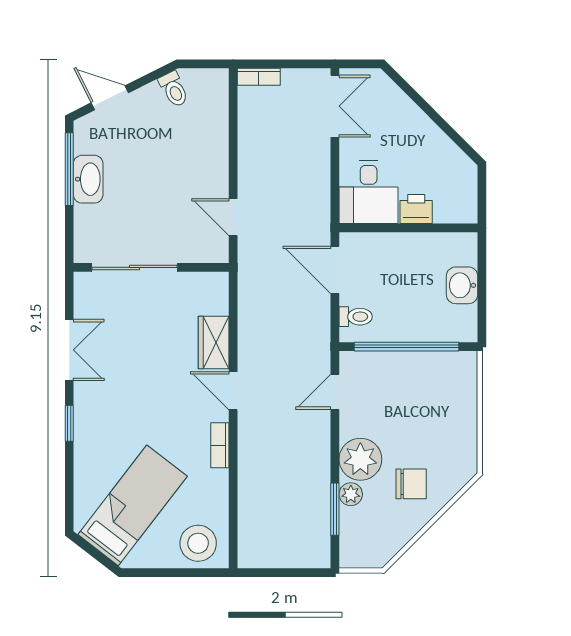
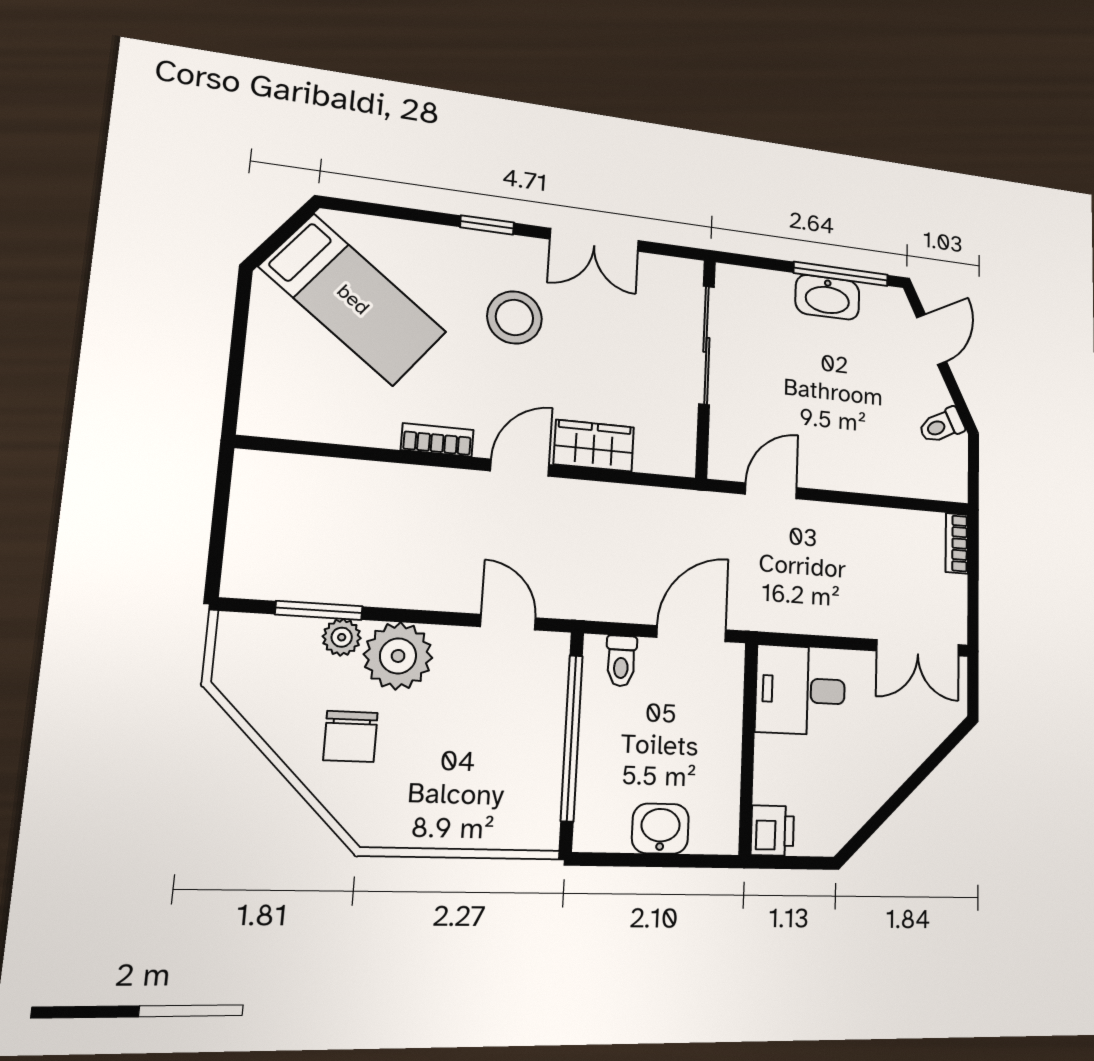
printer: (416, 209) -> (772, 831), moved
stool: (198, 543) -> (515, 317), moved

